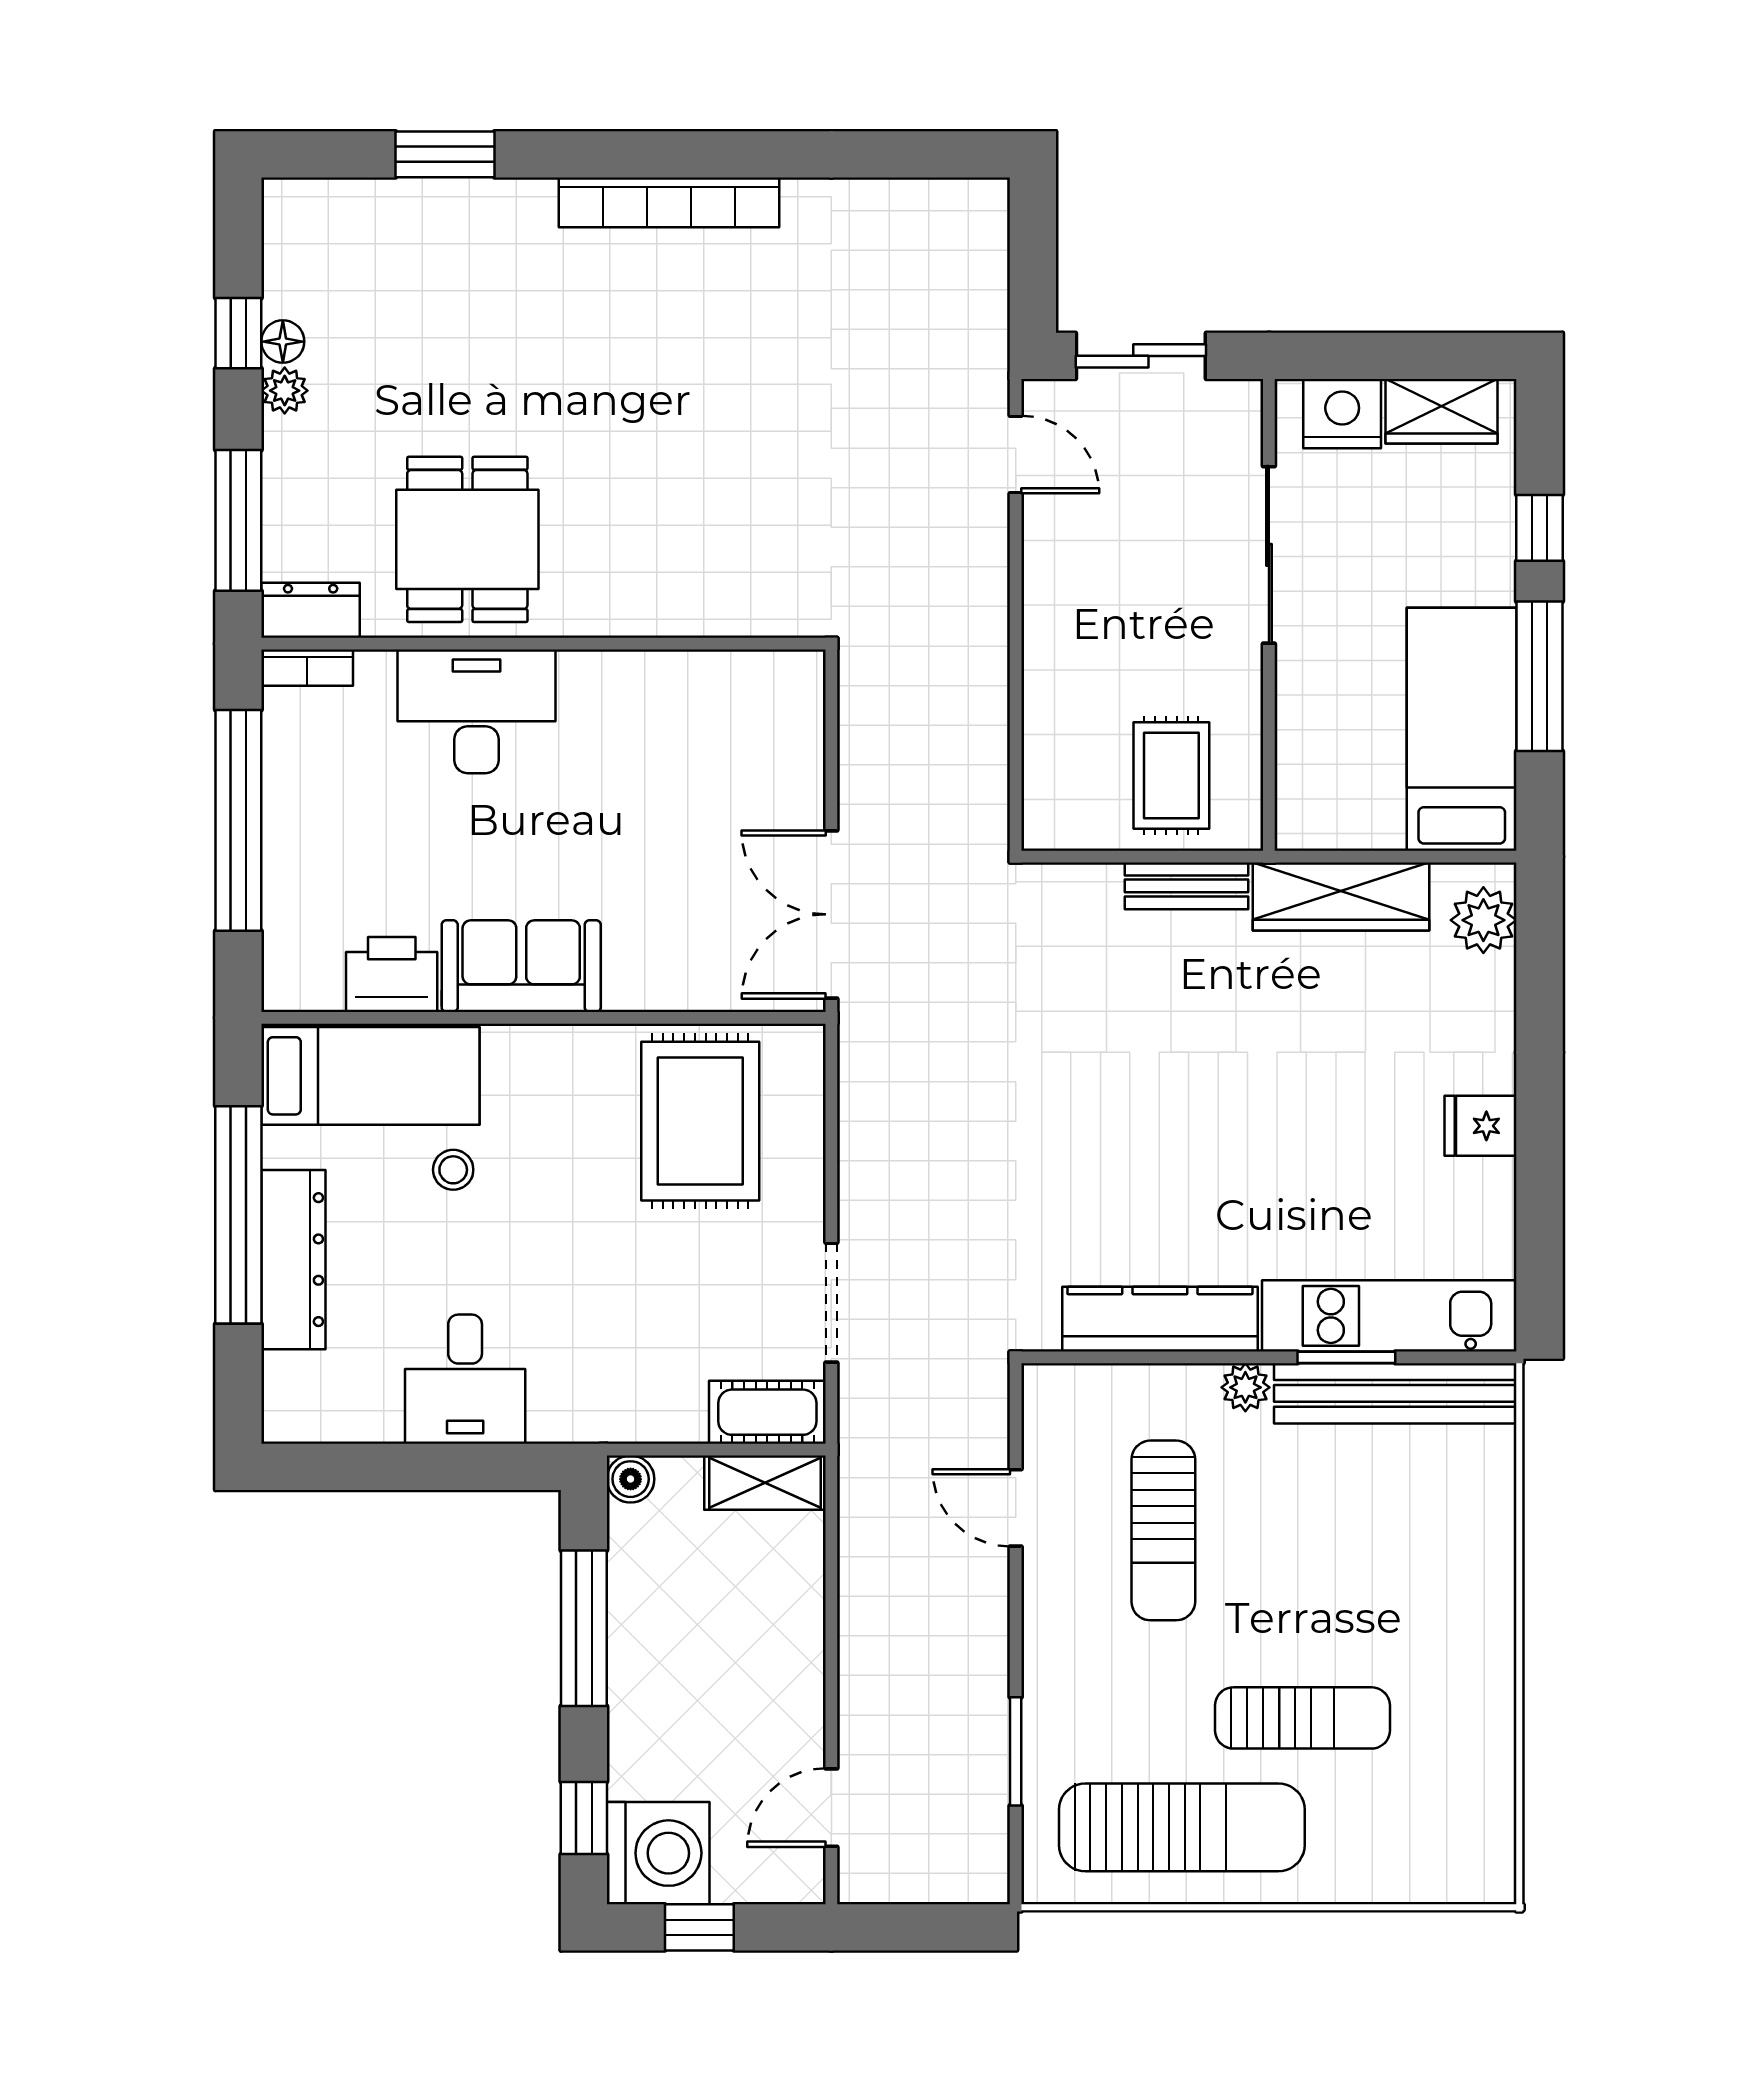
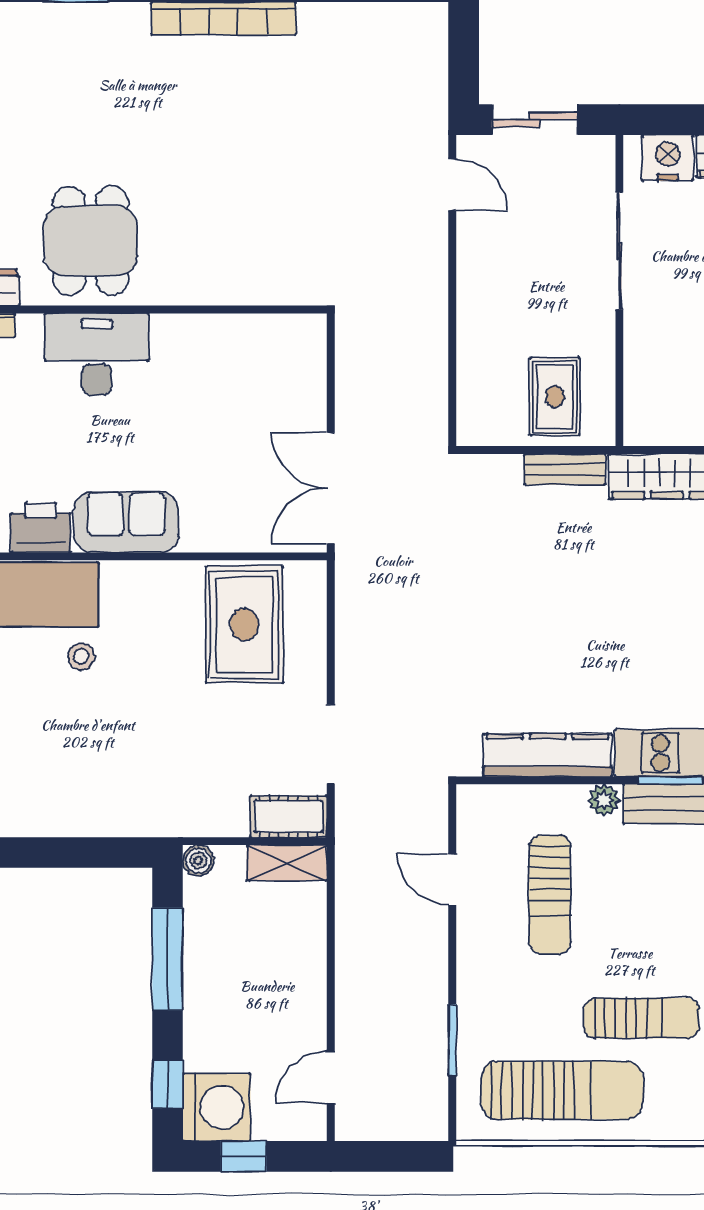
desk: (465, 1379) -> (89, 795), removed

